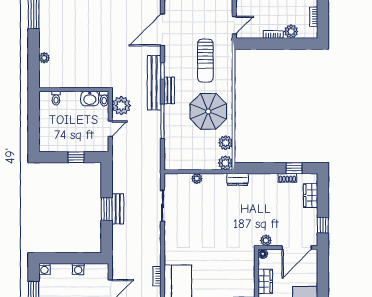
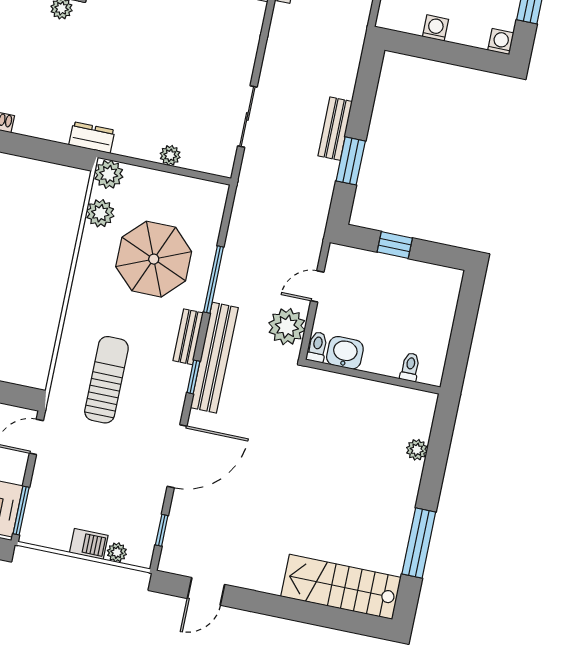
parasol: (208, 111) -> (154, 259), moved
window: (107, 209) -> (351, 161), moved

